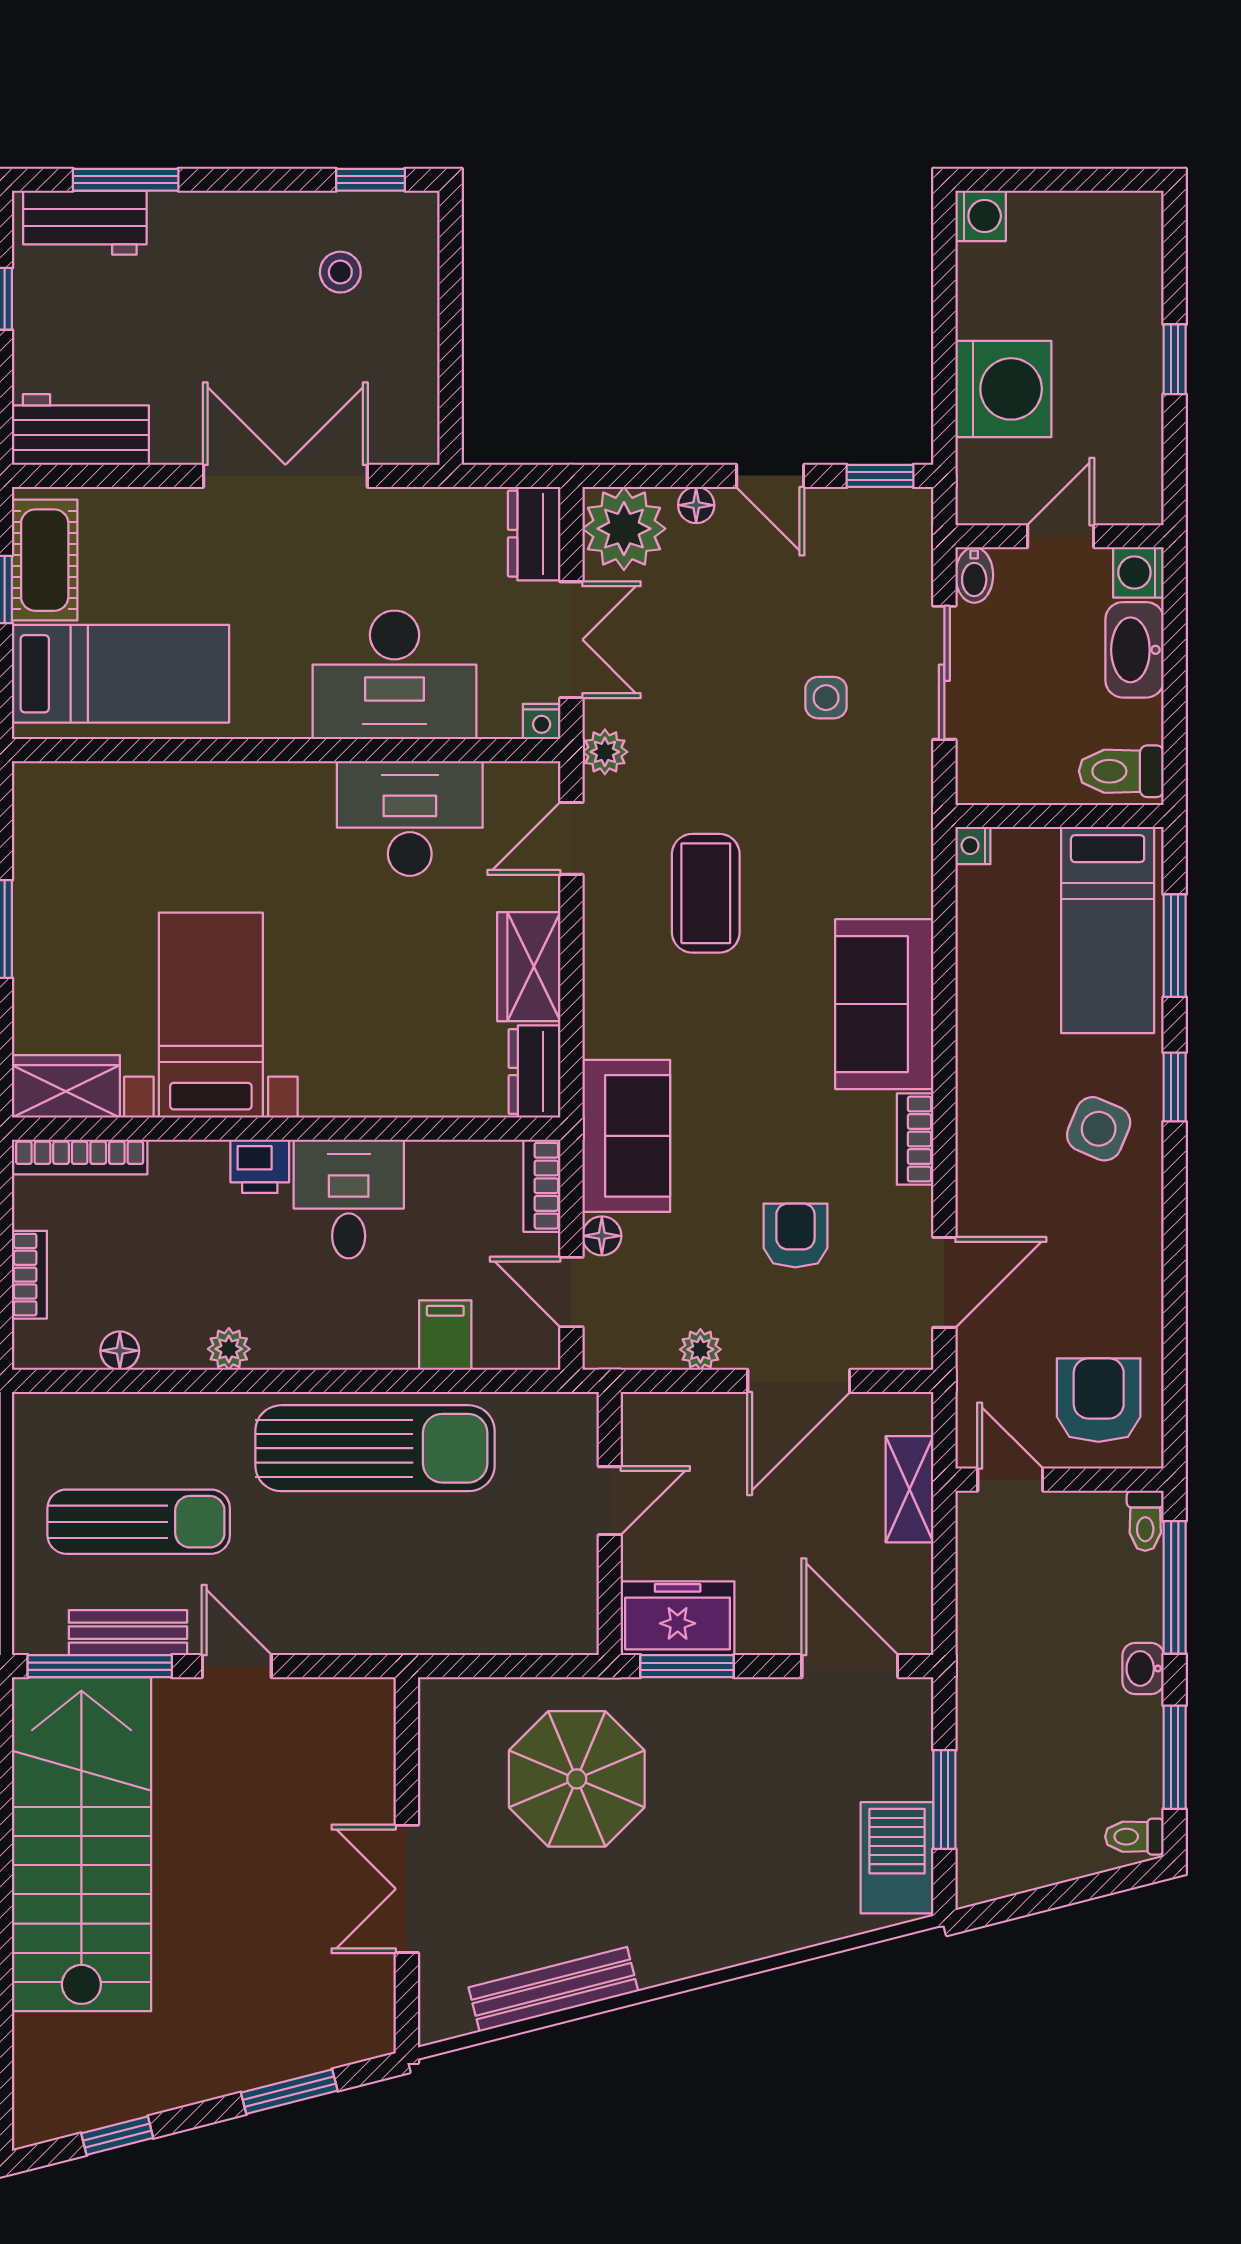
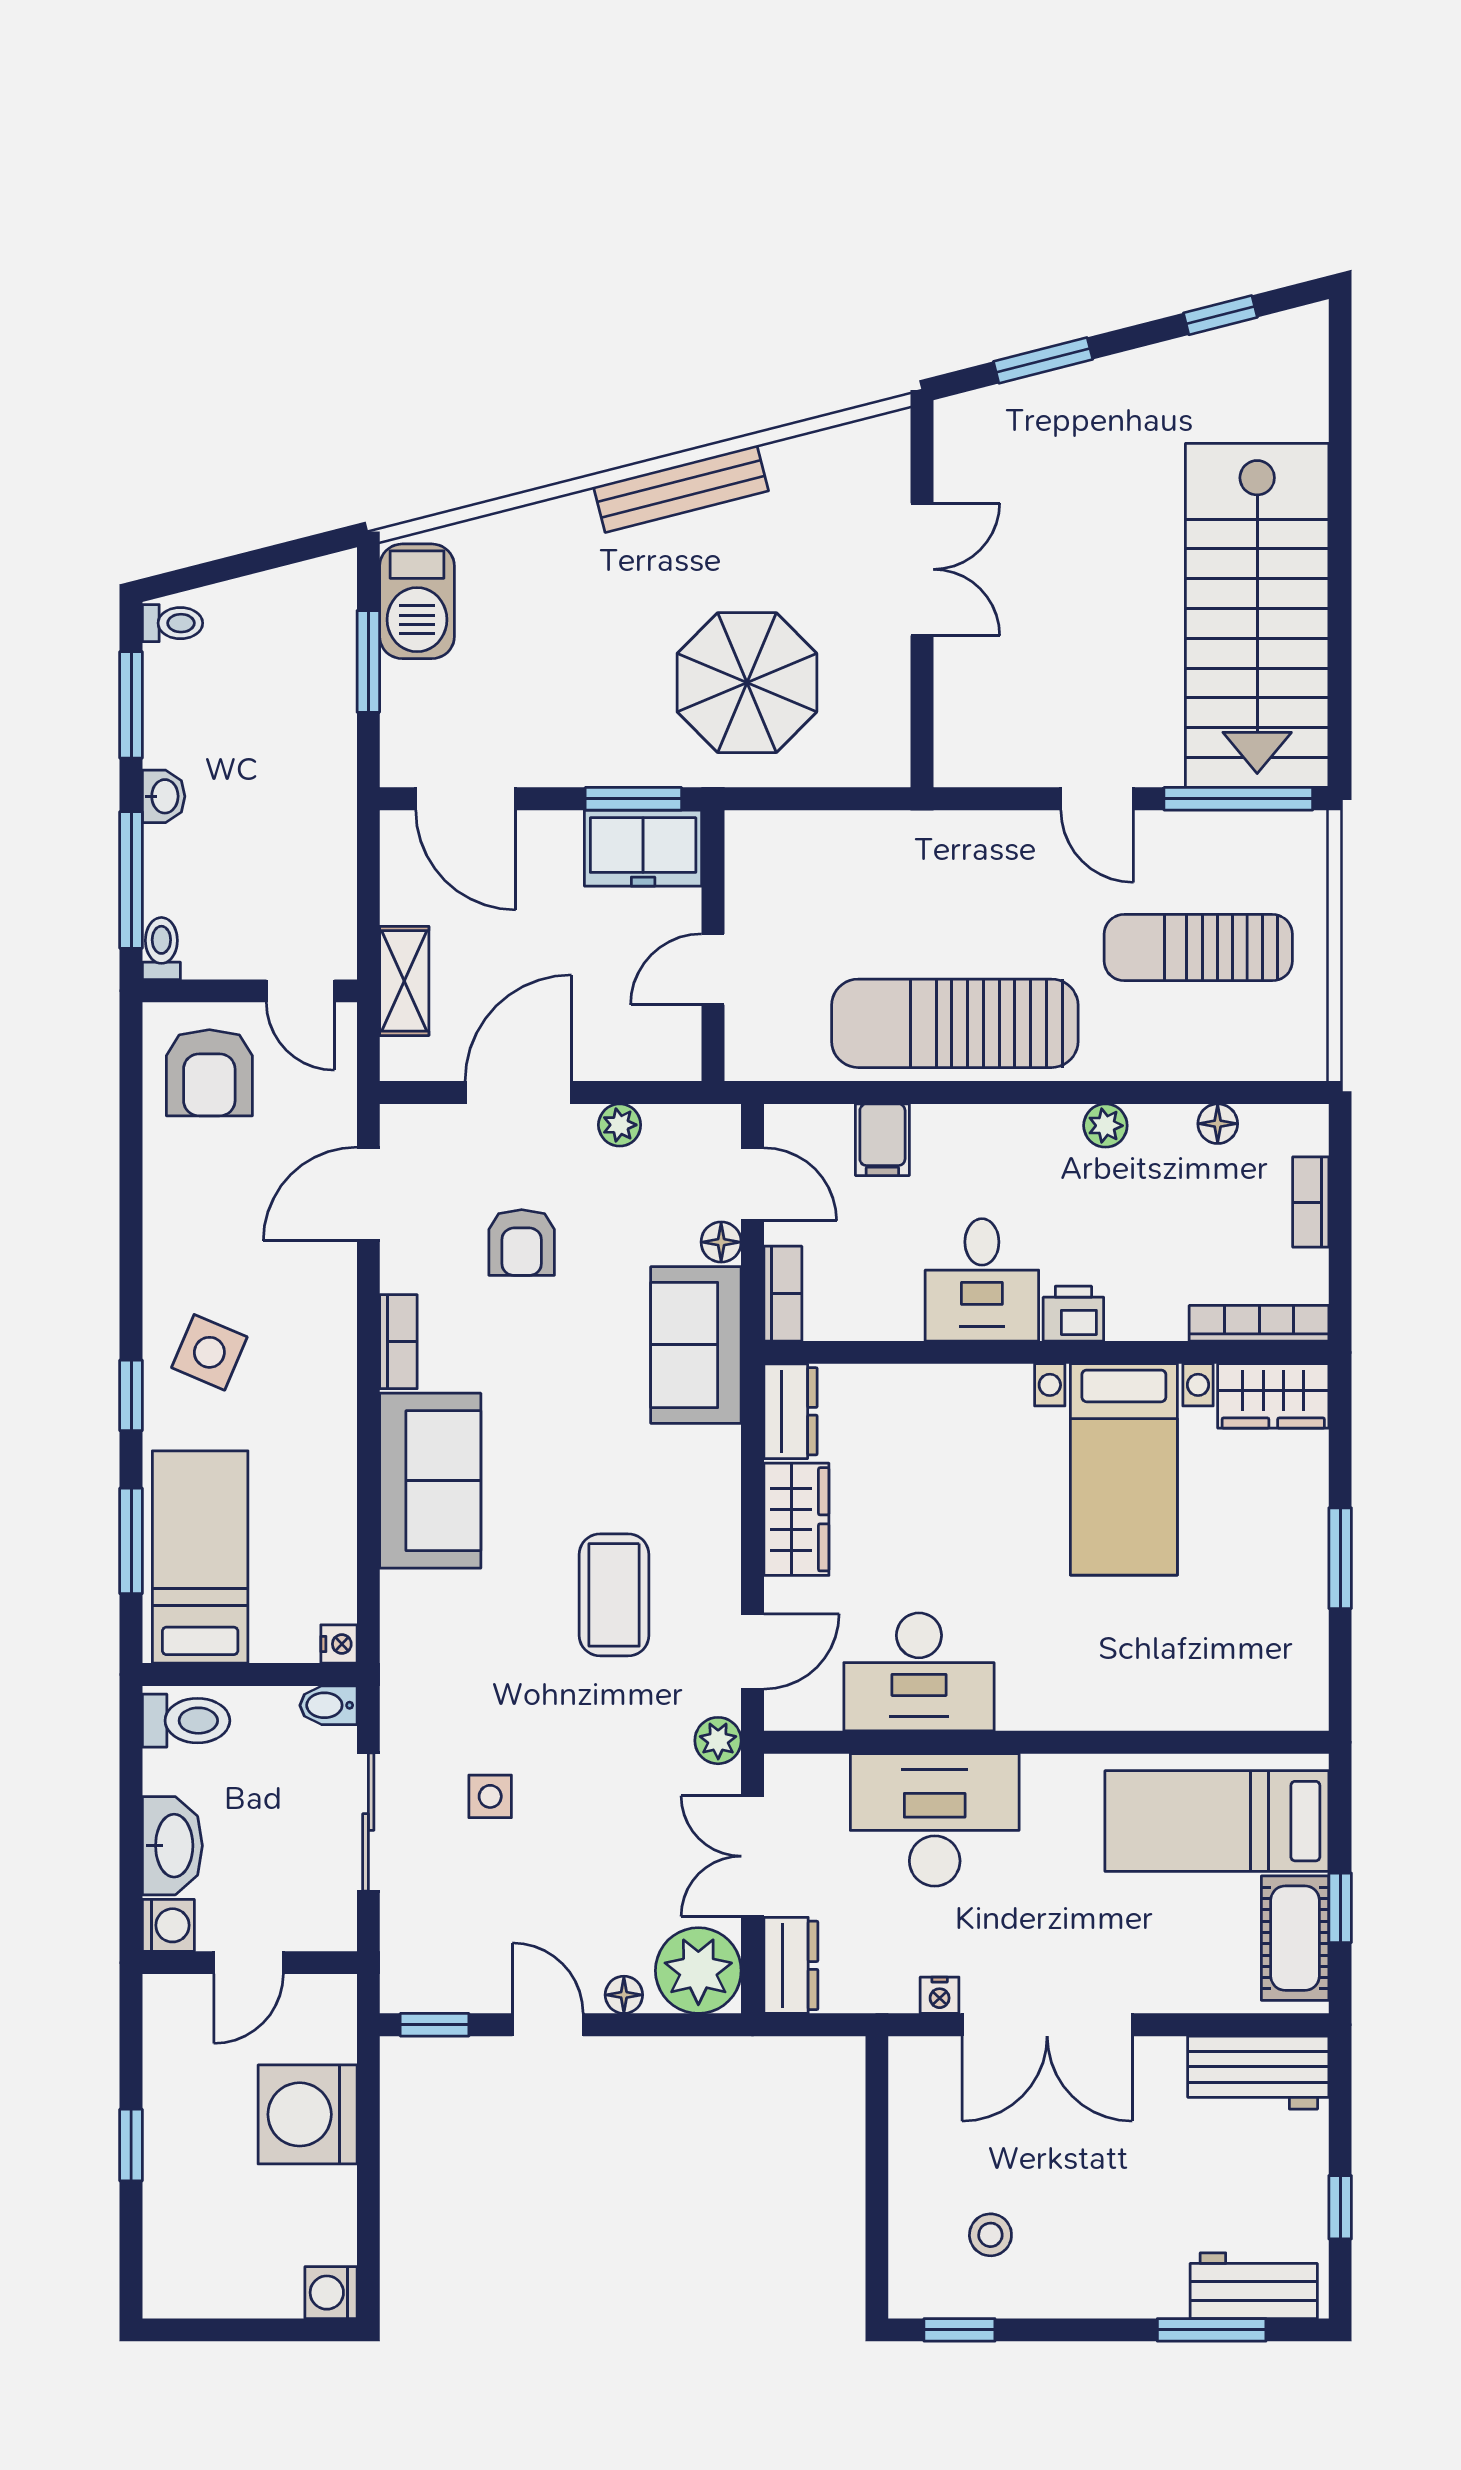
bidet: (974, 575) -> (328, 1705), moved, turned -90
nightstand: (542, 722) -> (940, 1995), moved, turned 180
bench: (128, 1633) -> (1209, 833), removed
bench: (553, 1989) -> (681, 489), moved

